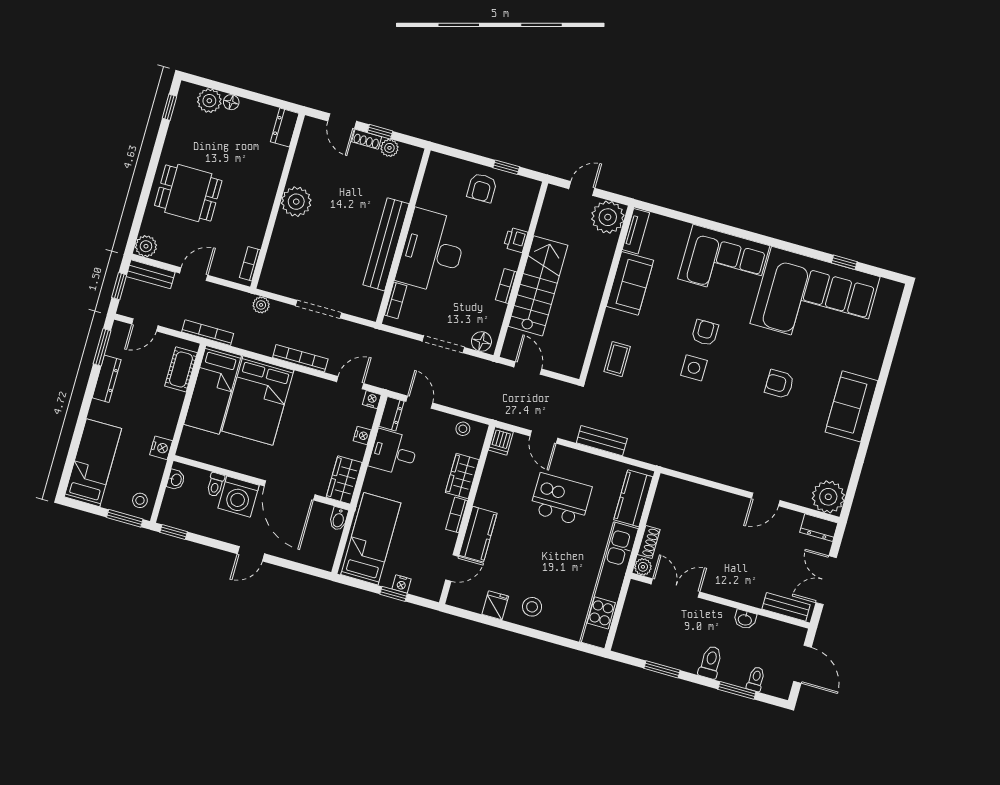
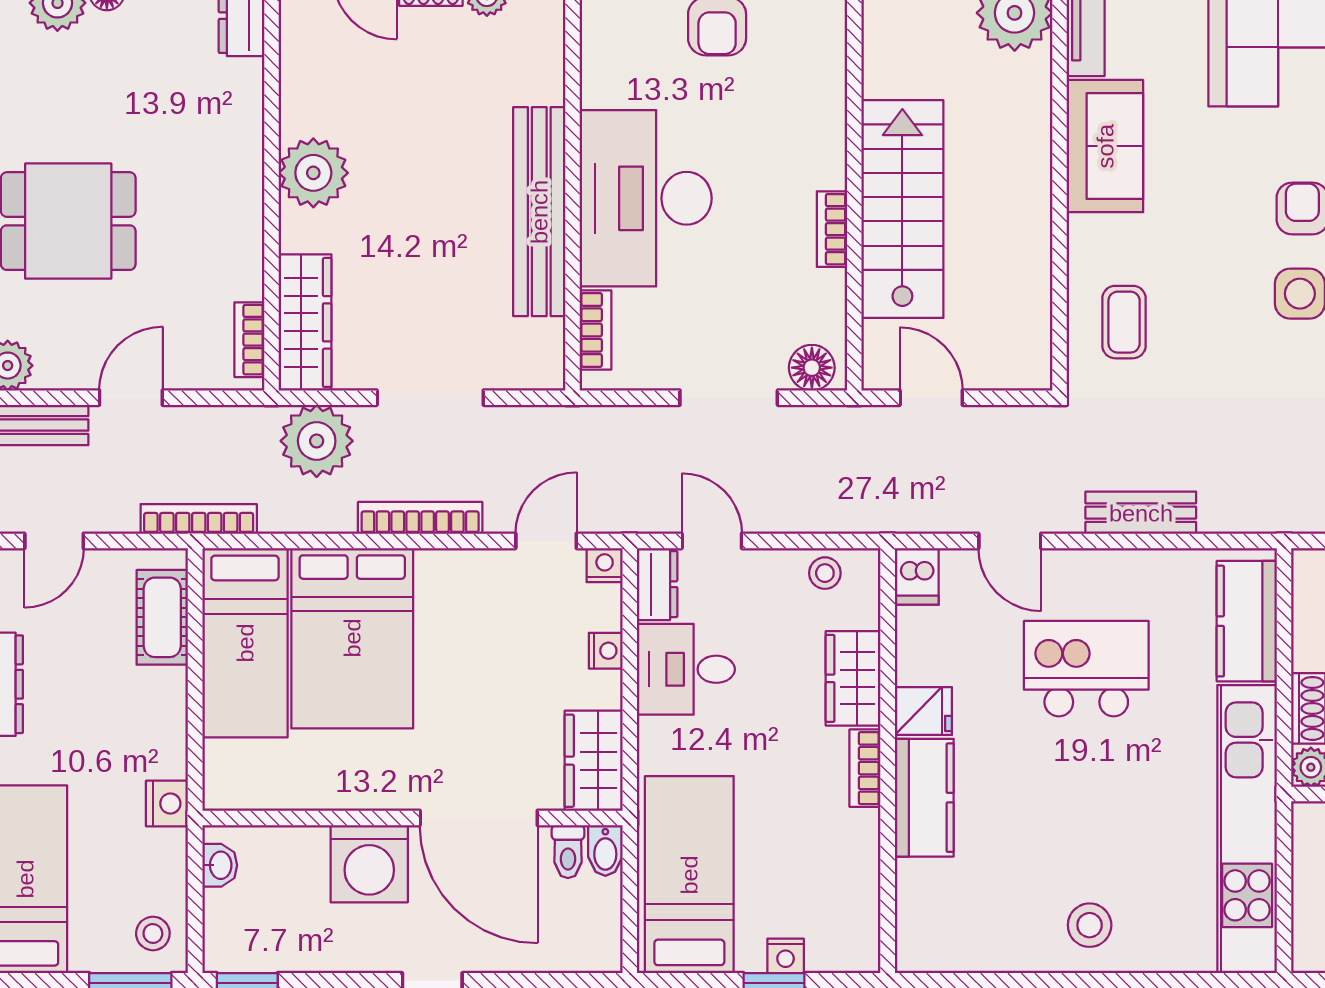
printer: (516, 240) -> (824, 121), removed
wardrobe: (275, 263) -> (305, 322), added
plant: (261, 305) -> (317, 441), width x1.87, depth x1.87
toilet: (215, 485) -> (568, 852), moved
door: (452, 568) -> (888, 889), removed
fridge: (495, 605) -> (923, 711), moved, turned 90

